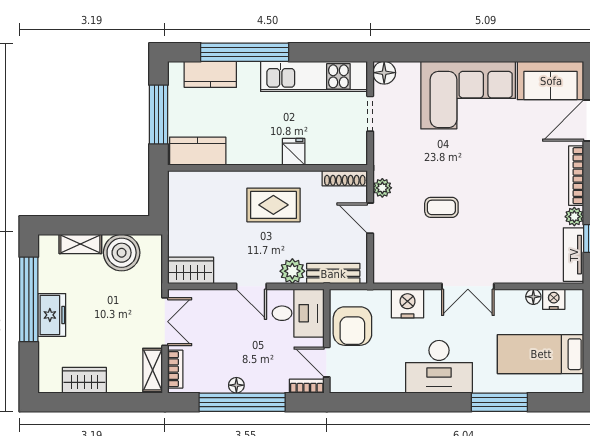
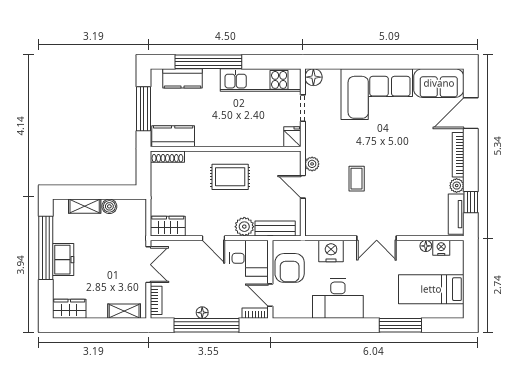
fridge: (294, 152) -> (292, 137), moved
shoe rack: (345, 178) -> (167, 157), moved
coffee table: (441, 207) -> (357, 179), turned 90
boiler: (122, 253) -> (109, 206), width x0.54, depth x0.54
desk: (439, 367) -> (338, 299), moved
shelving: (153, 370) -> (124, 311), moved, turned 90
wardrobe: (84, 380) -> (69, 309), moved

